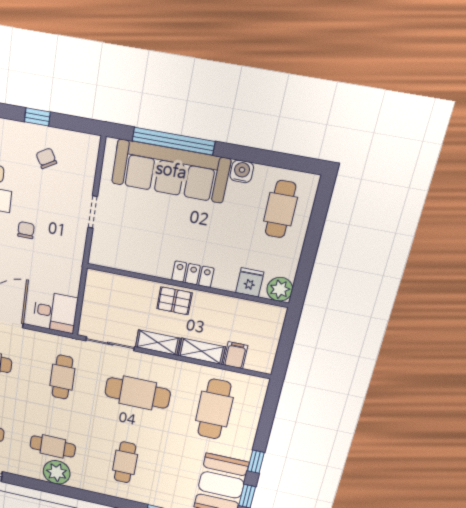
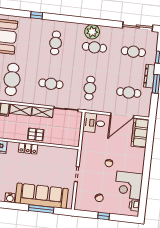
window: (173, 141) -> (41, 209), width x0.68
cafe table: (138, 393) -> (51, 84), width x0.73, depth x0.74

